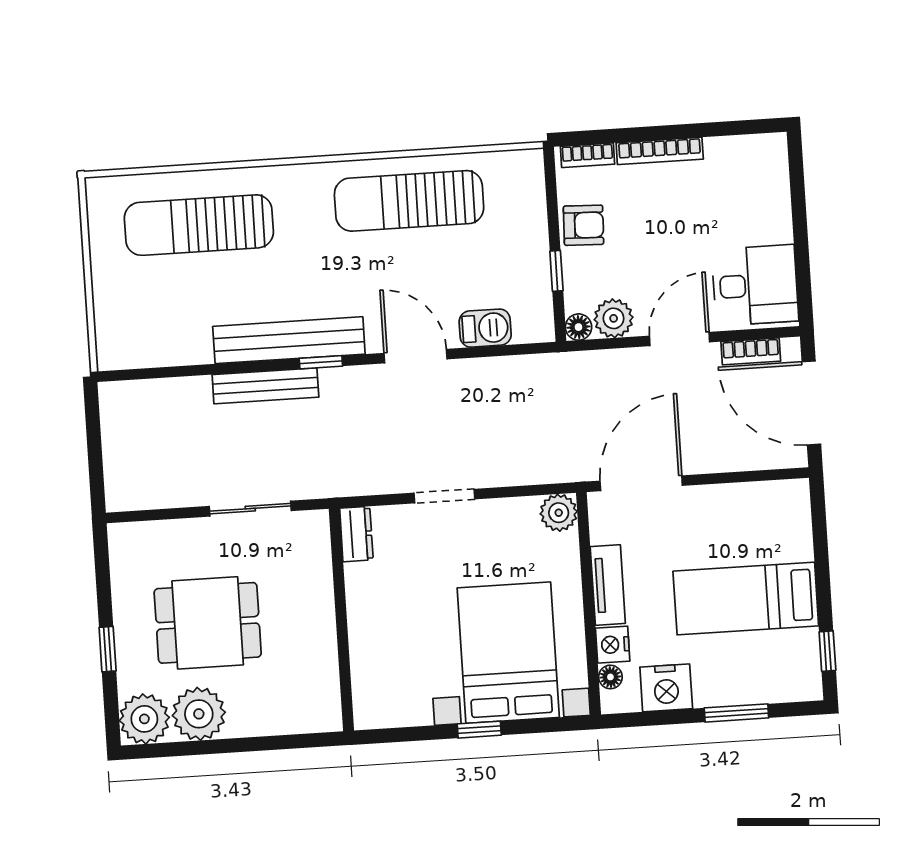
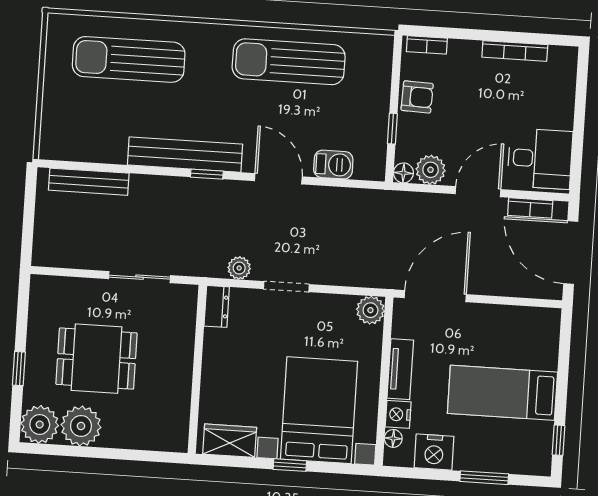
bookcase: (660, 151) -> (515, 51), moved
bench: (265, 386) -> (89, 182), moved
plant: (379, 480) -> (239, 268), added
wardrobe: (396, 708) -> (230, 441), added

